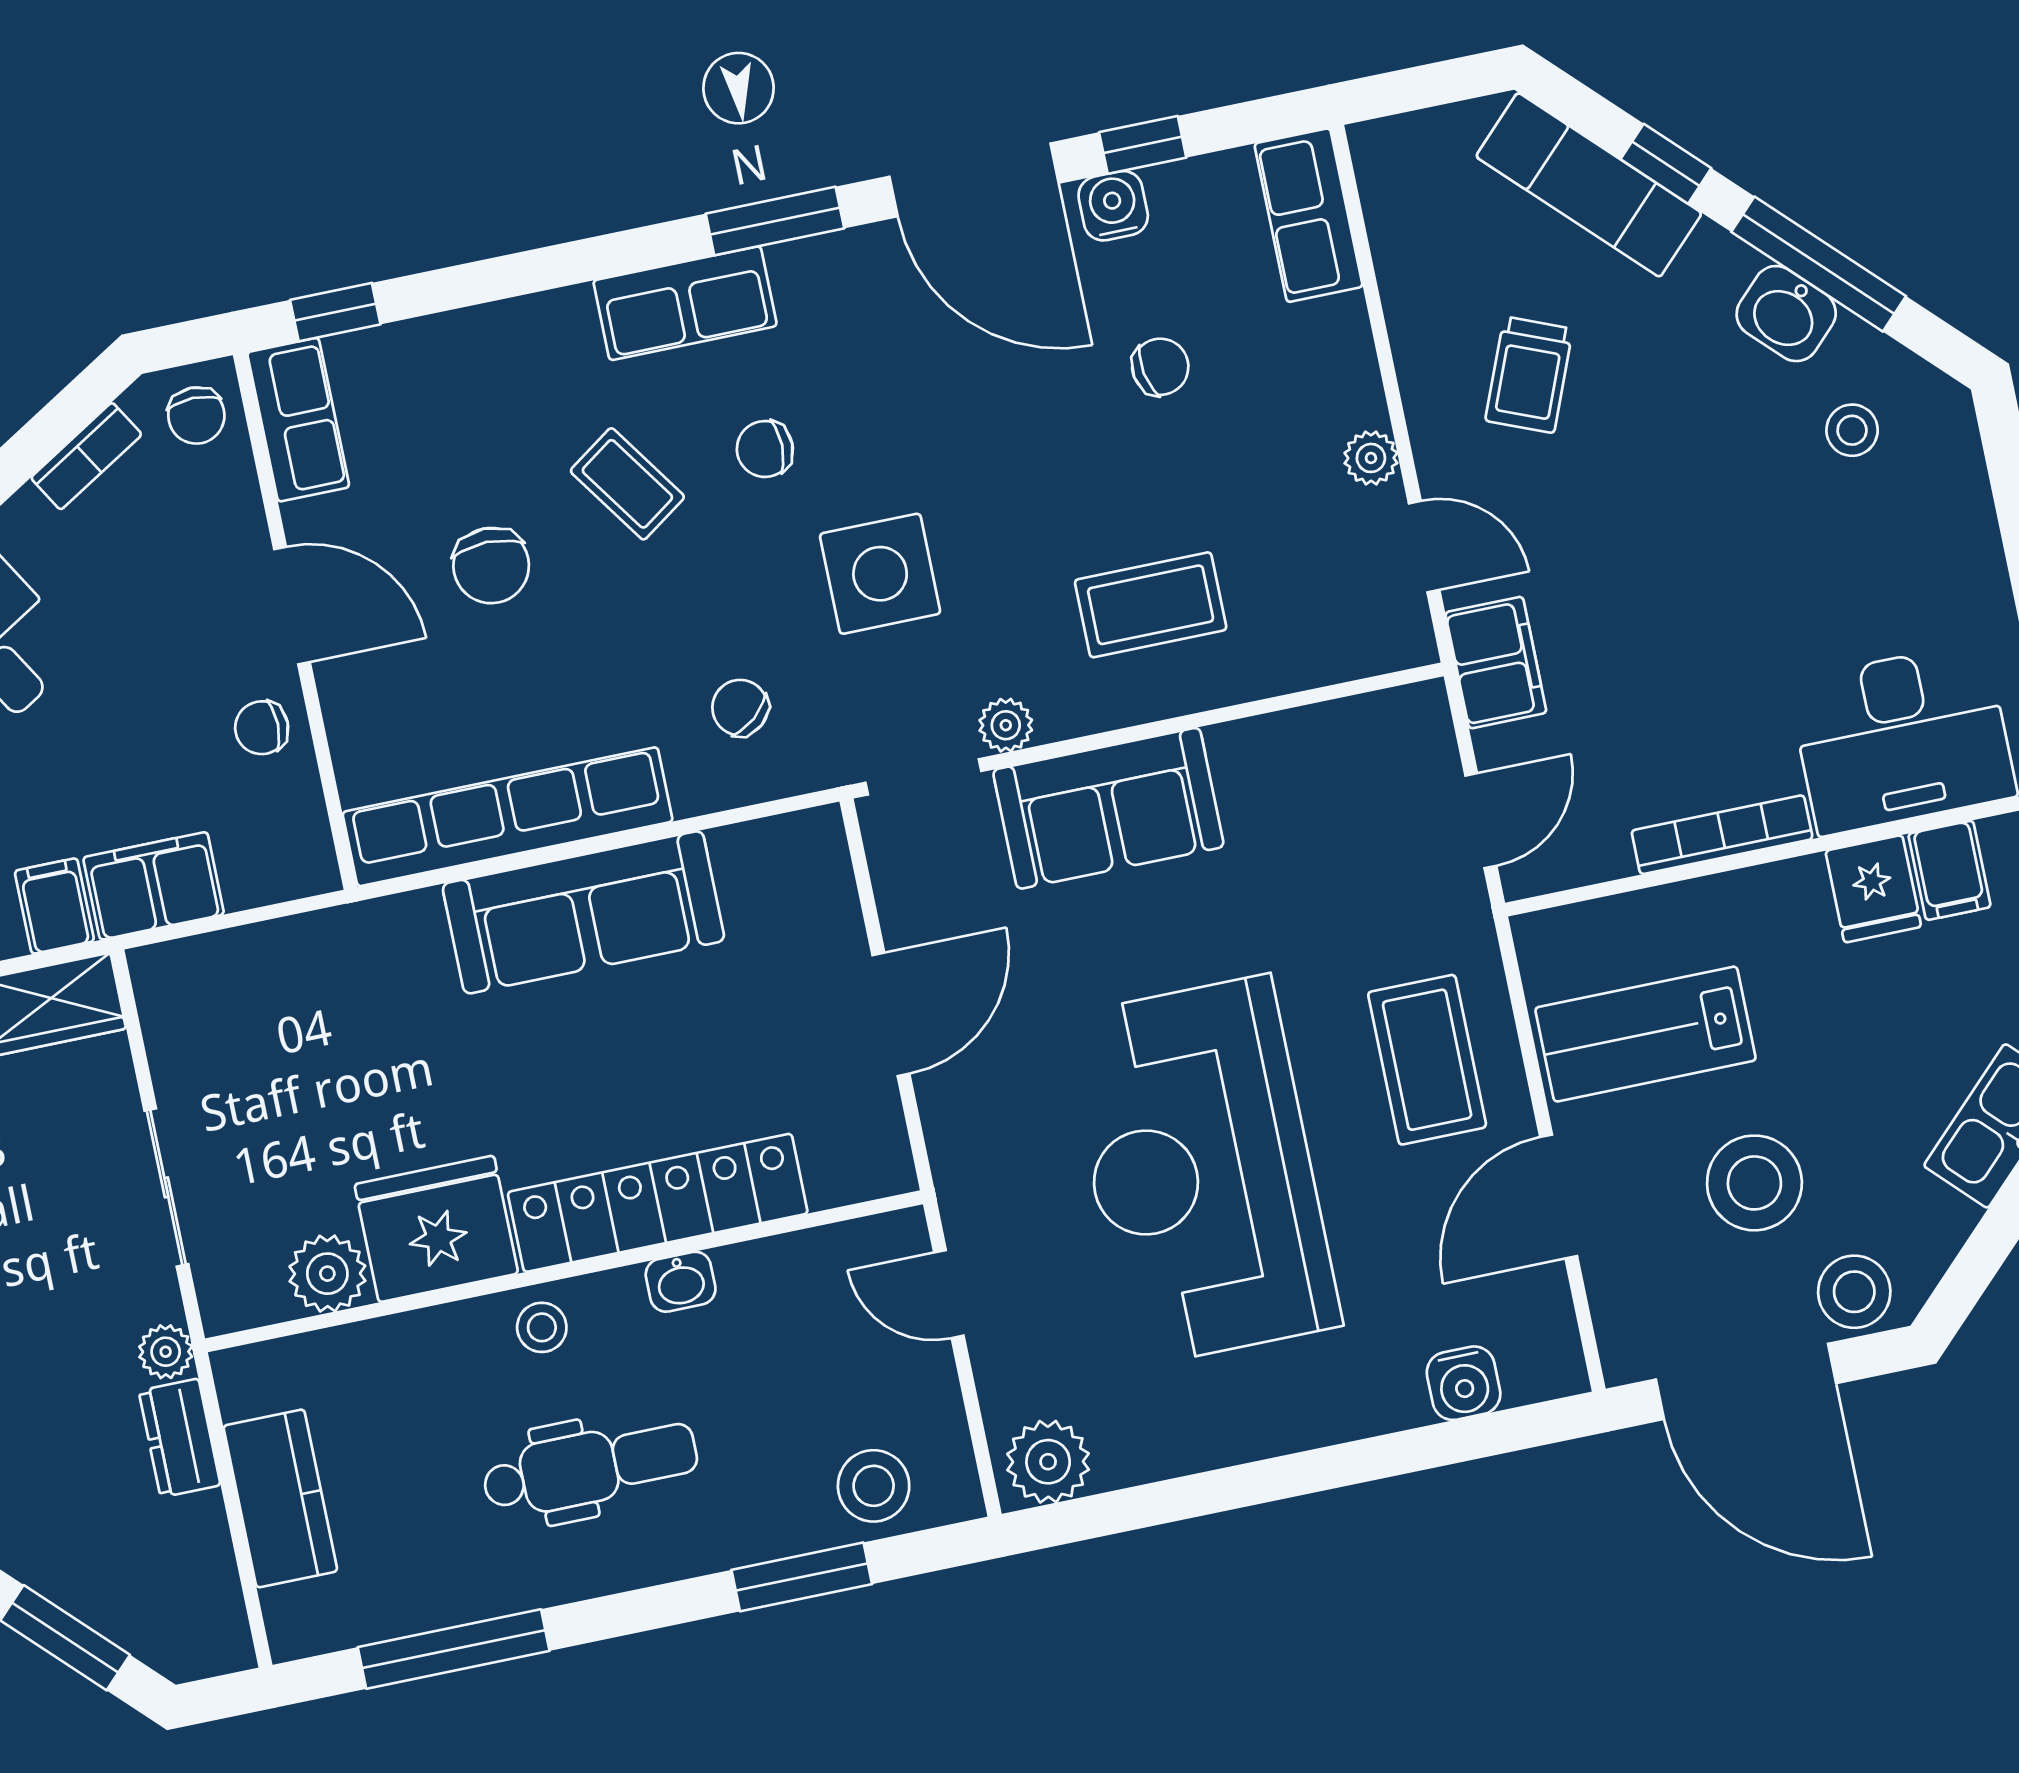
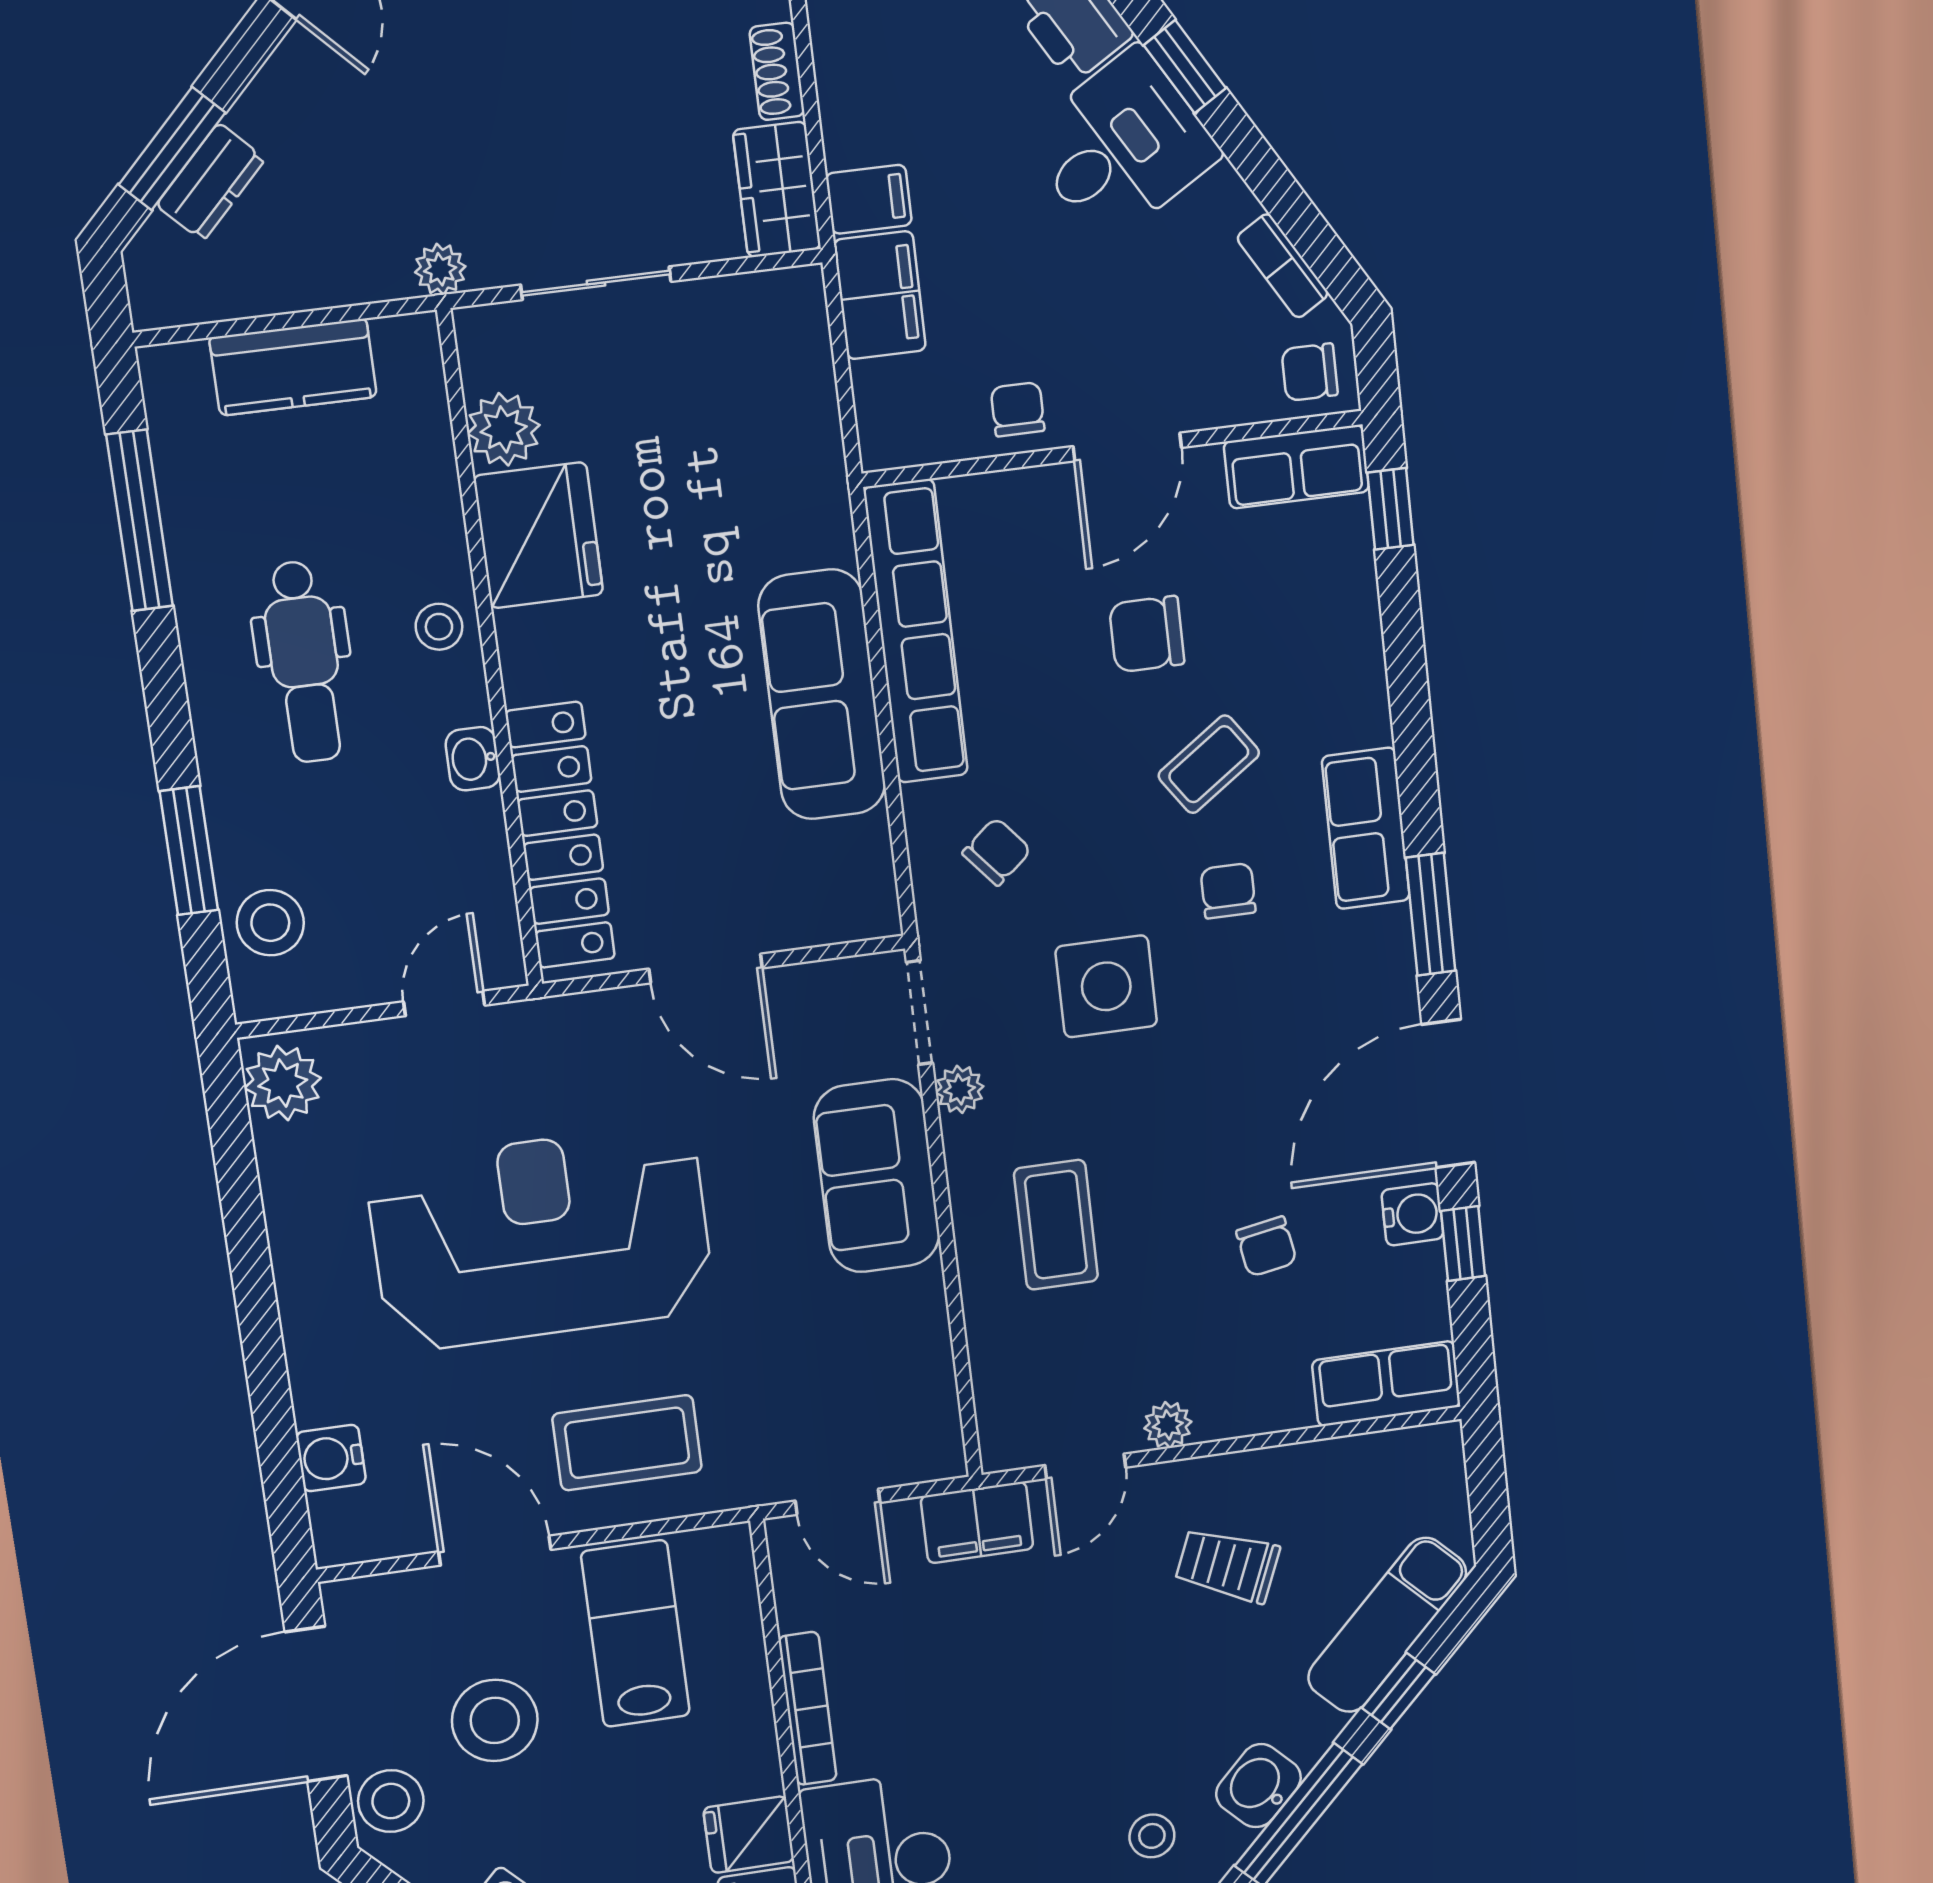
locker: (658, 1203) -> (560, 835), moved
dresser: (180, 1438) -> (211, 182), moved, turned 135

